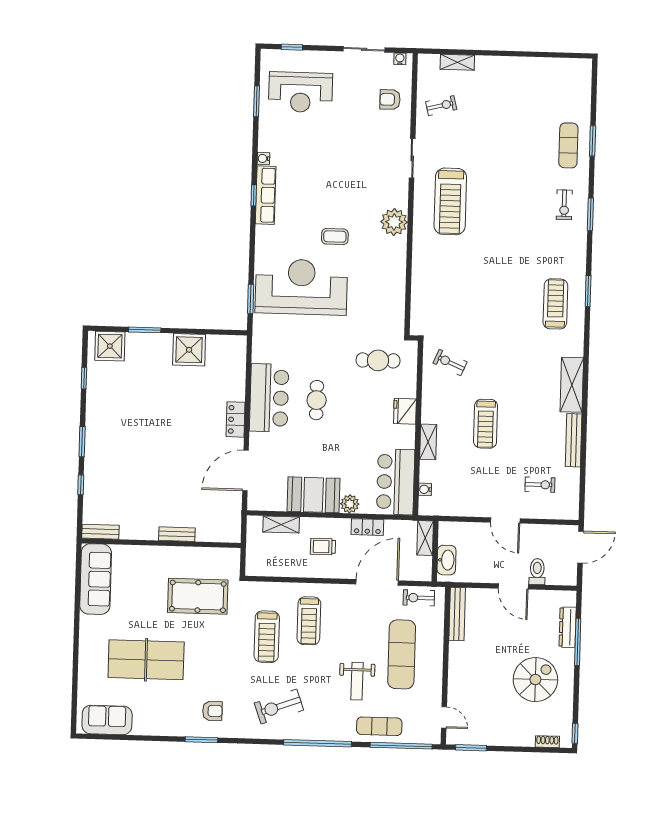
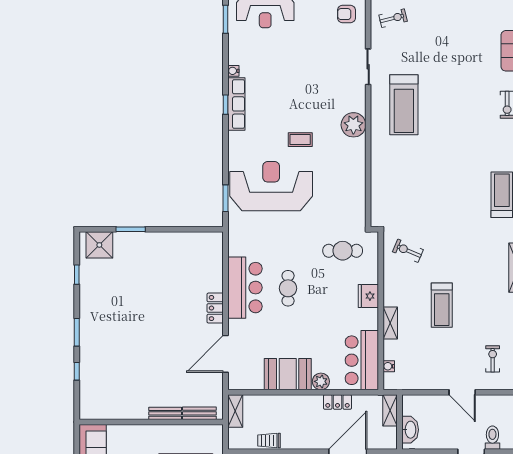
shower: (189, 350) -> (171, 246), removed
exercise bike: (540, 485) -> (493, 359), turned -90
shelving: (281, 525) -> (235, 411), moved, turned 90
bench: (100, 532) -> (199, 413), moved
trolley: (323, 547) -> (269, 441), moved

